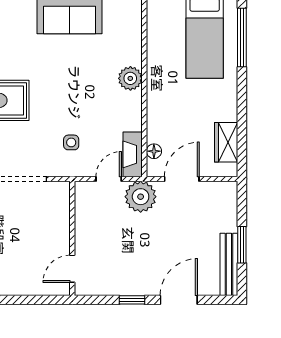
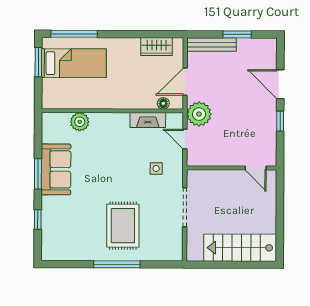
plant: (130, 78) -> (80, 122), moved
fireplace: (133, 154) -> (148, 120), moved
door: (182, 179) -> (185, 82), hinge flipped
bench: (229, 264) -> (212, 45), moved

